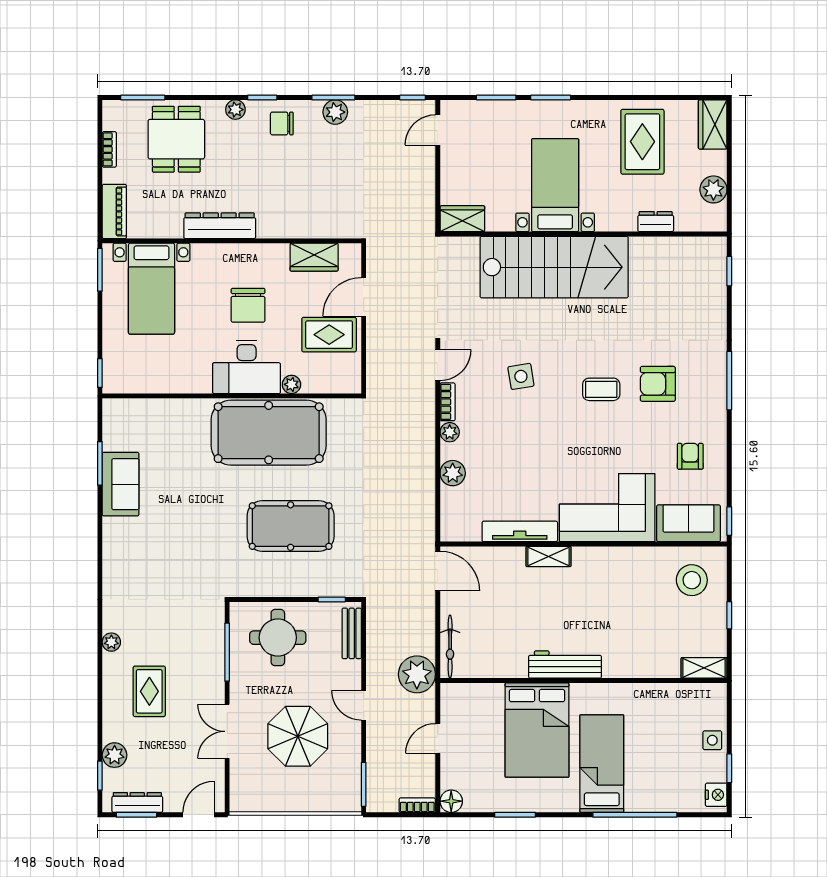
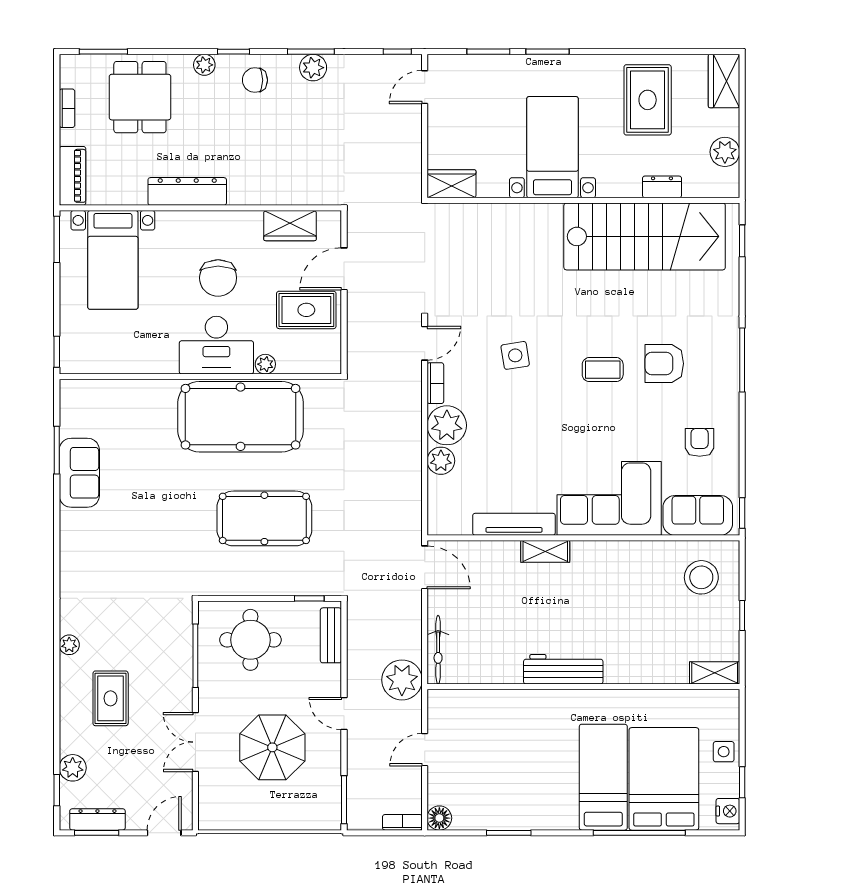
stairs: (554, 267) -> (645, 236), moved
plant: (450, 432) -> (447, 425), width x1.88, depth x1.88
bed: (537, 730) -> (664, 779), moved, turned 180

